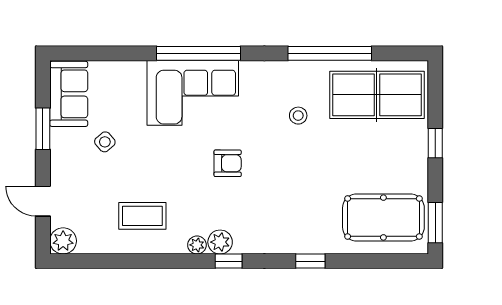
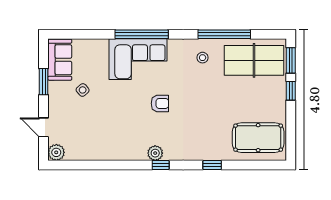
stool: (298, 116) -> (203, 58), moved
coffee table: (142, 216) -> (106, 137), removed
window: (435, 223) -> (291, 60), moved
plant: (197, 245) -> (141, 155), removed

